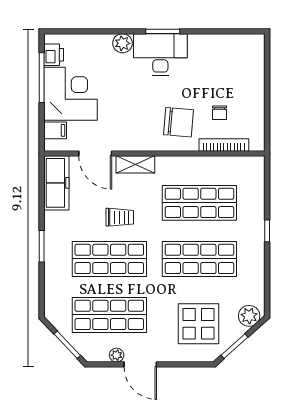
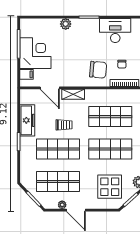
printer: (54, 55) -> (26, 31), removed
desk: (160, 55) -> (115, 31), moved
freezer: (56, 183) -> (27, 120), moved

